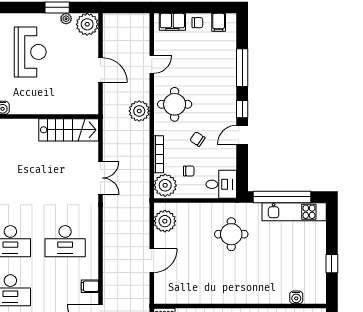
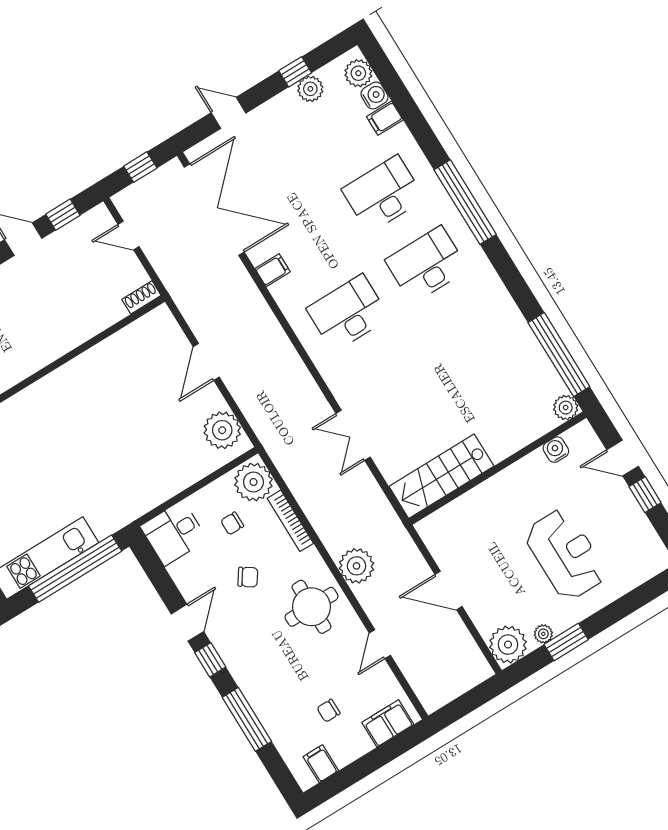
chair: (197, 23) -> (329, 711), moved
reception desk: (30, 52) -> (565, 554), turned 180
round table: (231, 234) -> (115, 470), removed

